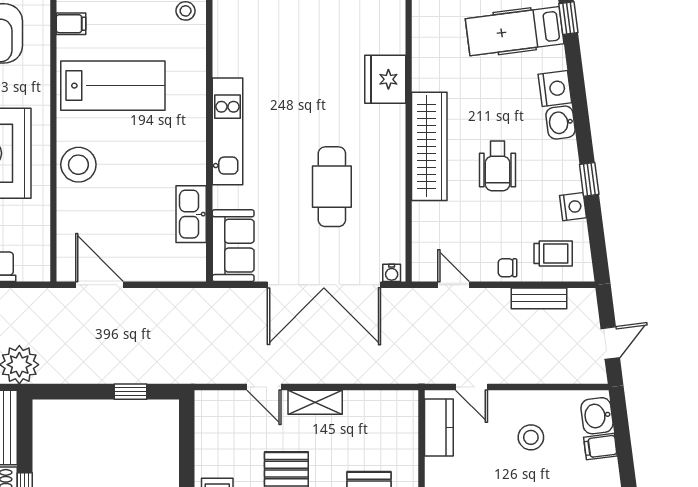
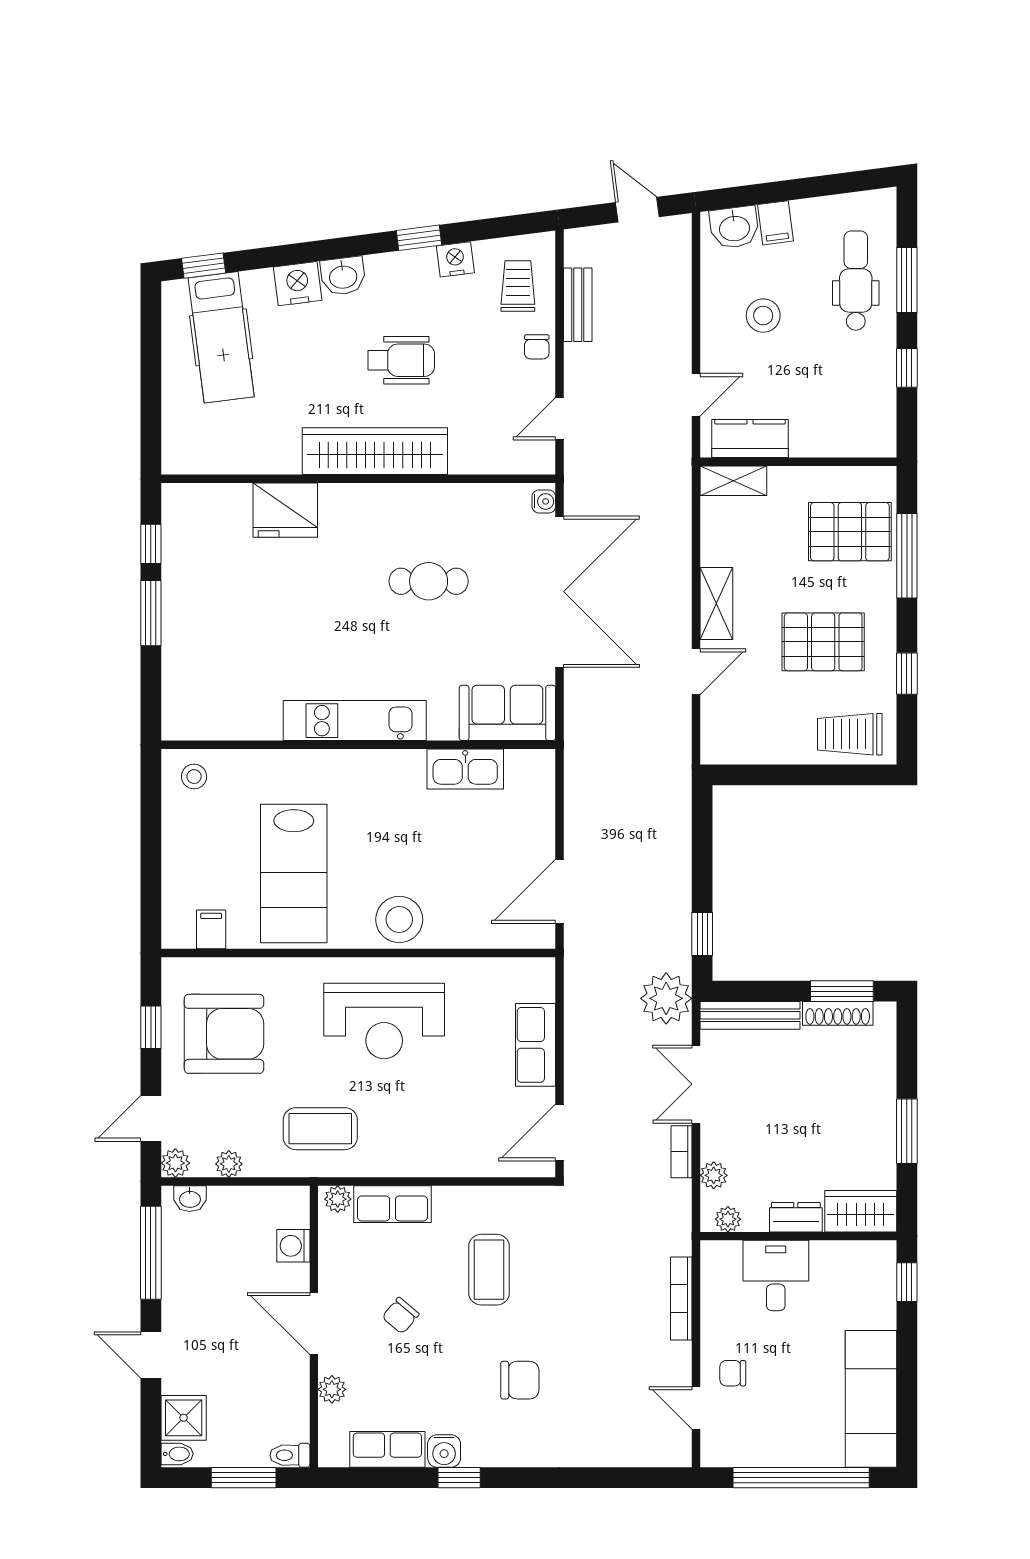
lab bench: (113, 86) -> (294, 873), turned 180
cafe table: (332, 187) -> (429, 581), width x0.73, depth x0.74
window: (130, 392) -> (702, 934), moved
shelving: (407, 415) -> (733, 481), added

